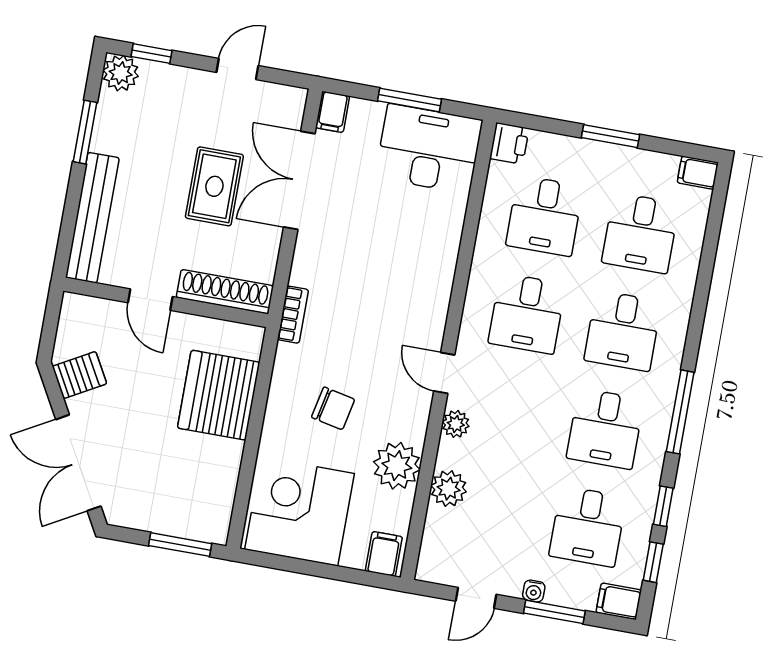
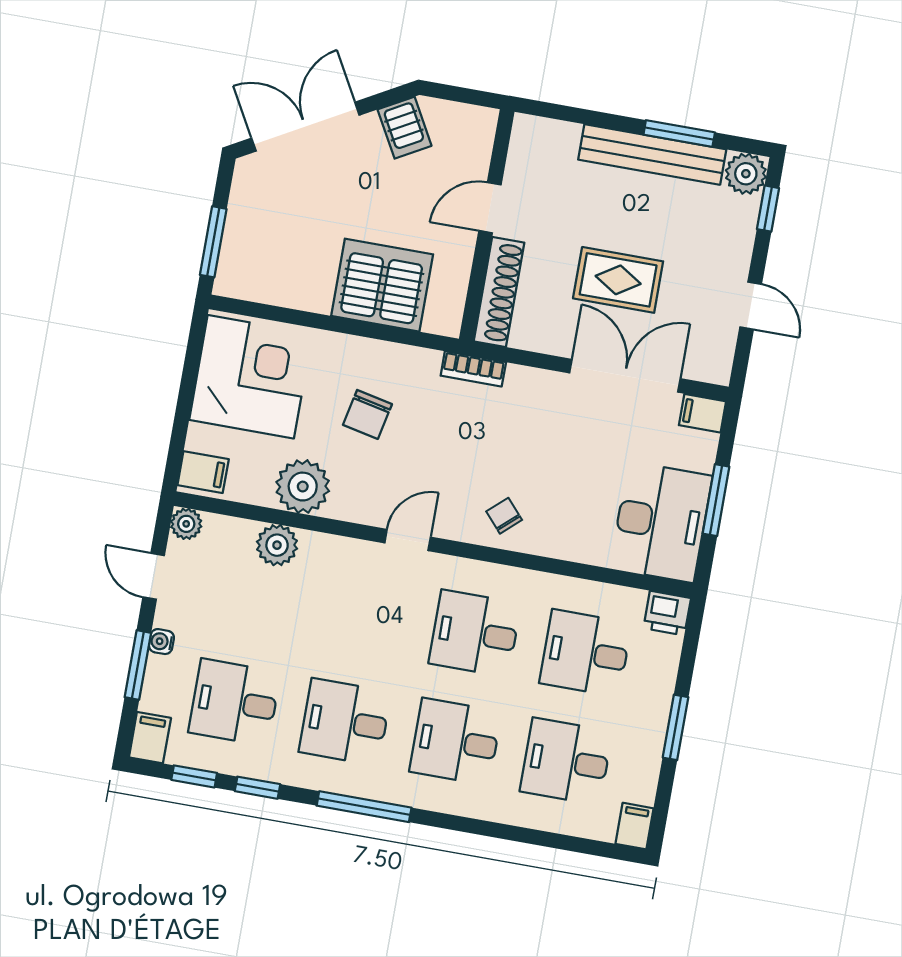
bench: (92, 218) -> (652, 155), moved
chair: (423, 288) -> (504, 516), added
plant: (456, 424) -> (186, 524), moved

